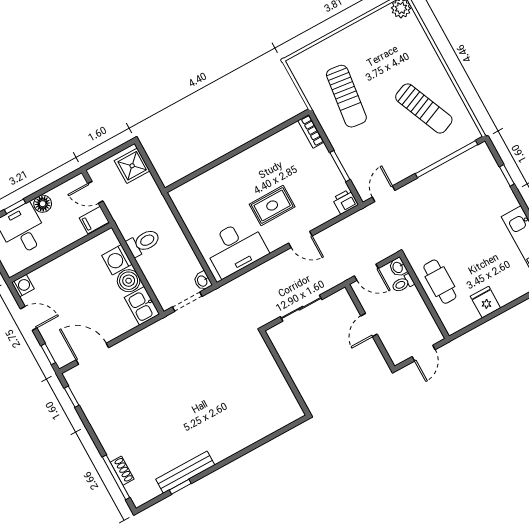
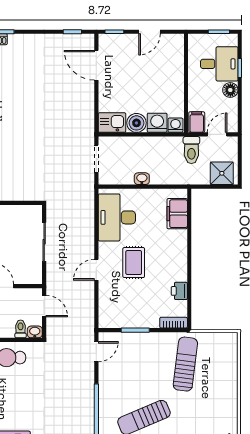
sun lounger: (346, 96) -> (185, 364), turned 90
filing cabinet: (198, 189) -> (177, 214), added
door: (384, 194) -> (96, 352), hinge flipped
printer: (345, 202) -> (179, 291), moved, turned 180
toilet: (143, 242) -> (191, 150), moved
door: (366, 272) -> (44, 306), swing flipped
washbasin: (203, 281) -> (142, 179), moved
washing machine: (23, 286) -> (175, 125), moved, turned 180
door: (92, 354) -> (96, 65), swing flipped

